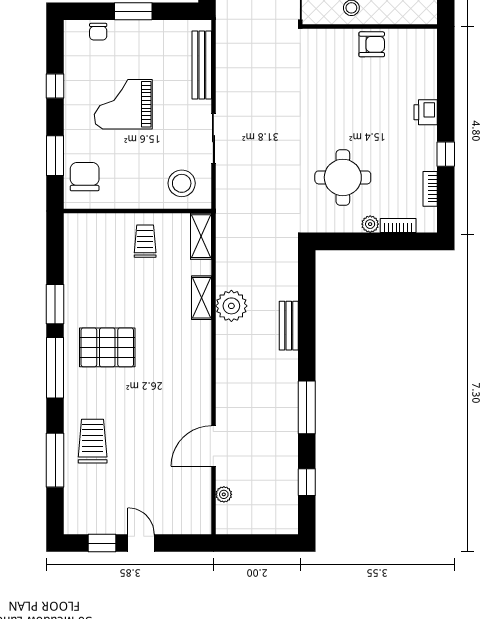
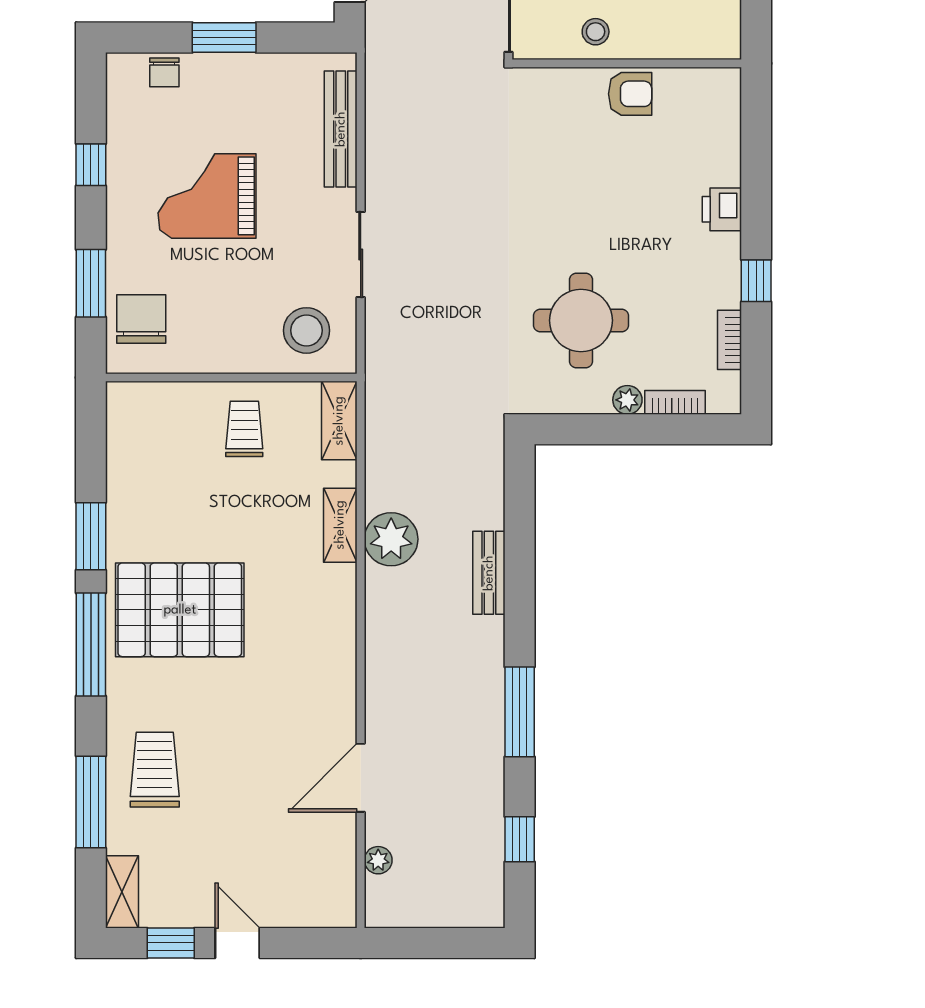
pallet: (107, 347) -> (180, 610), width x1.37, depth x1.41
shelving: (73, 513) -> (122, 892), added

